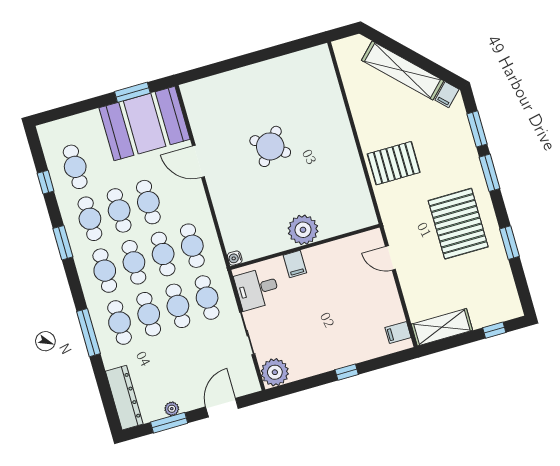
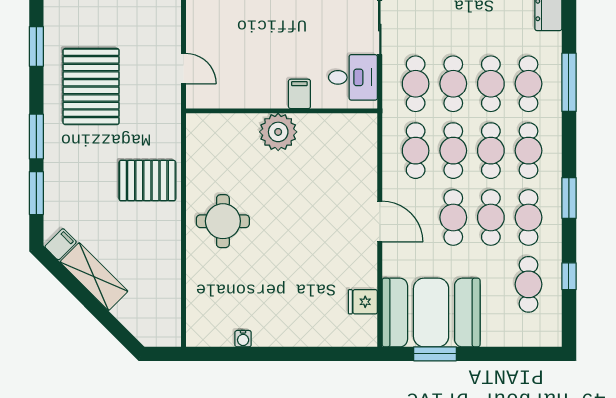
shelving: (403, 71) -> (94, 277), width x0.68
fridge: (200, 117) -> (363, 302), added
round table: (270, 146) -> (223, 221), moved, turned -37
door: (198, 161) -> (380, 222), moved
water cooler: (235, 258) -> (243, 339), moved, turned 90

